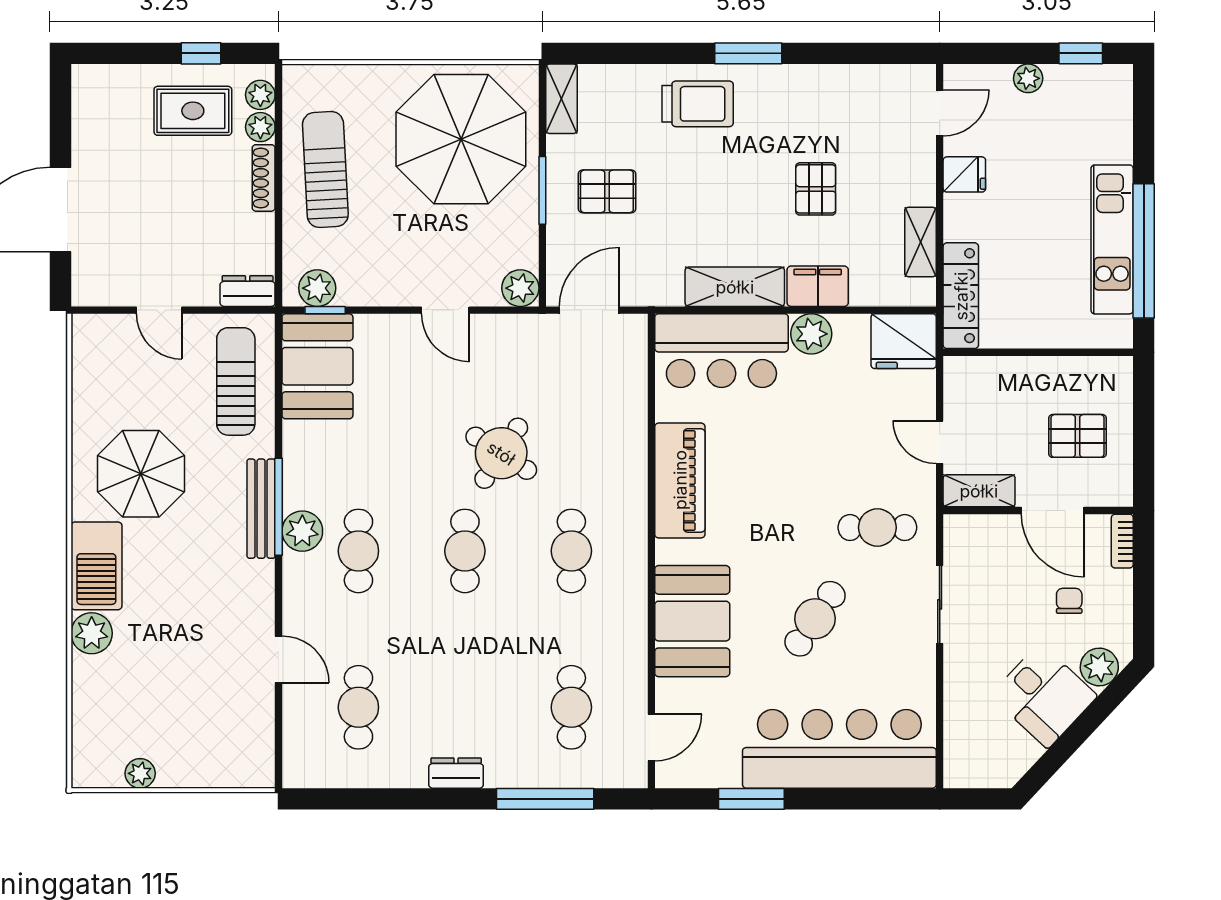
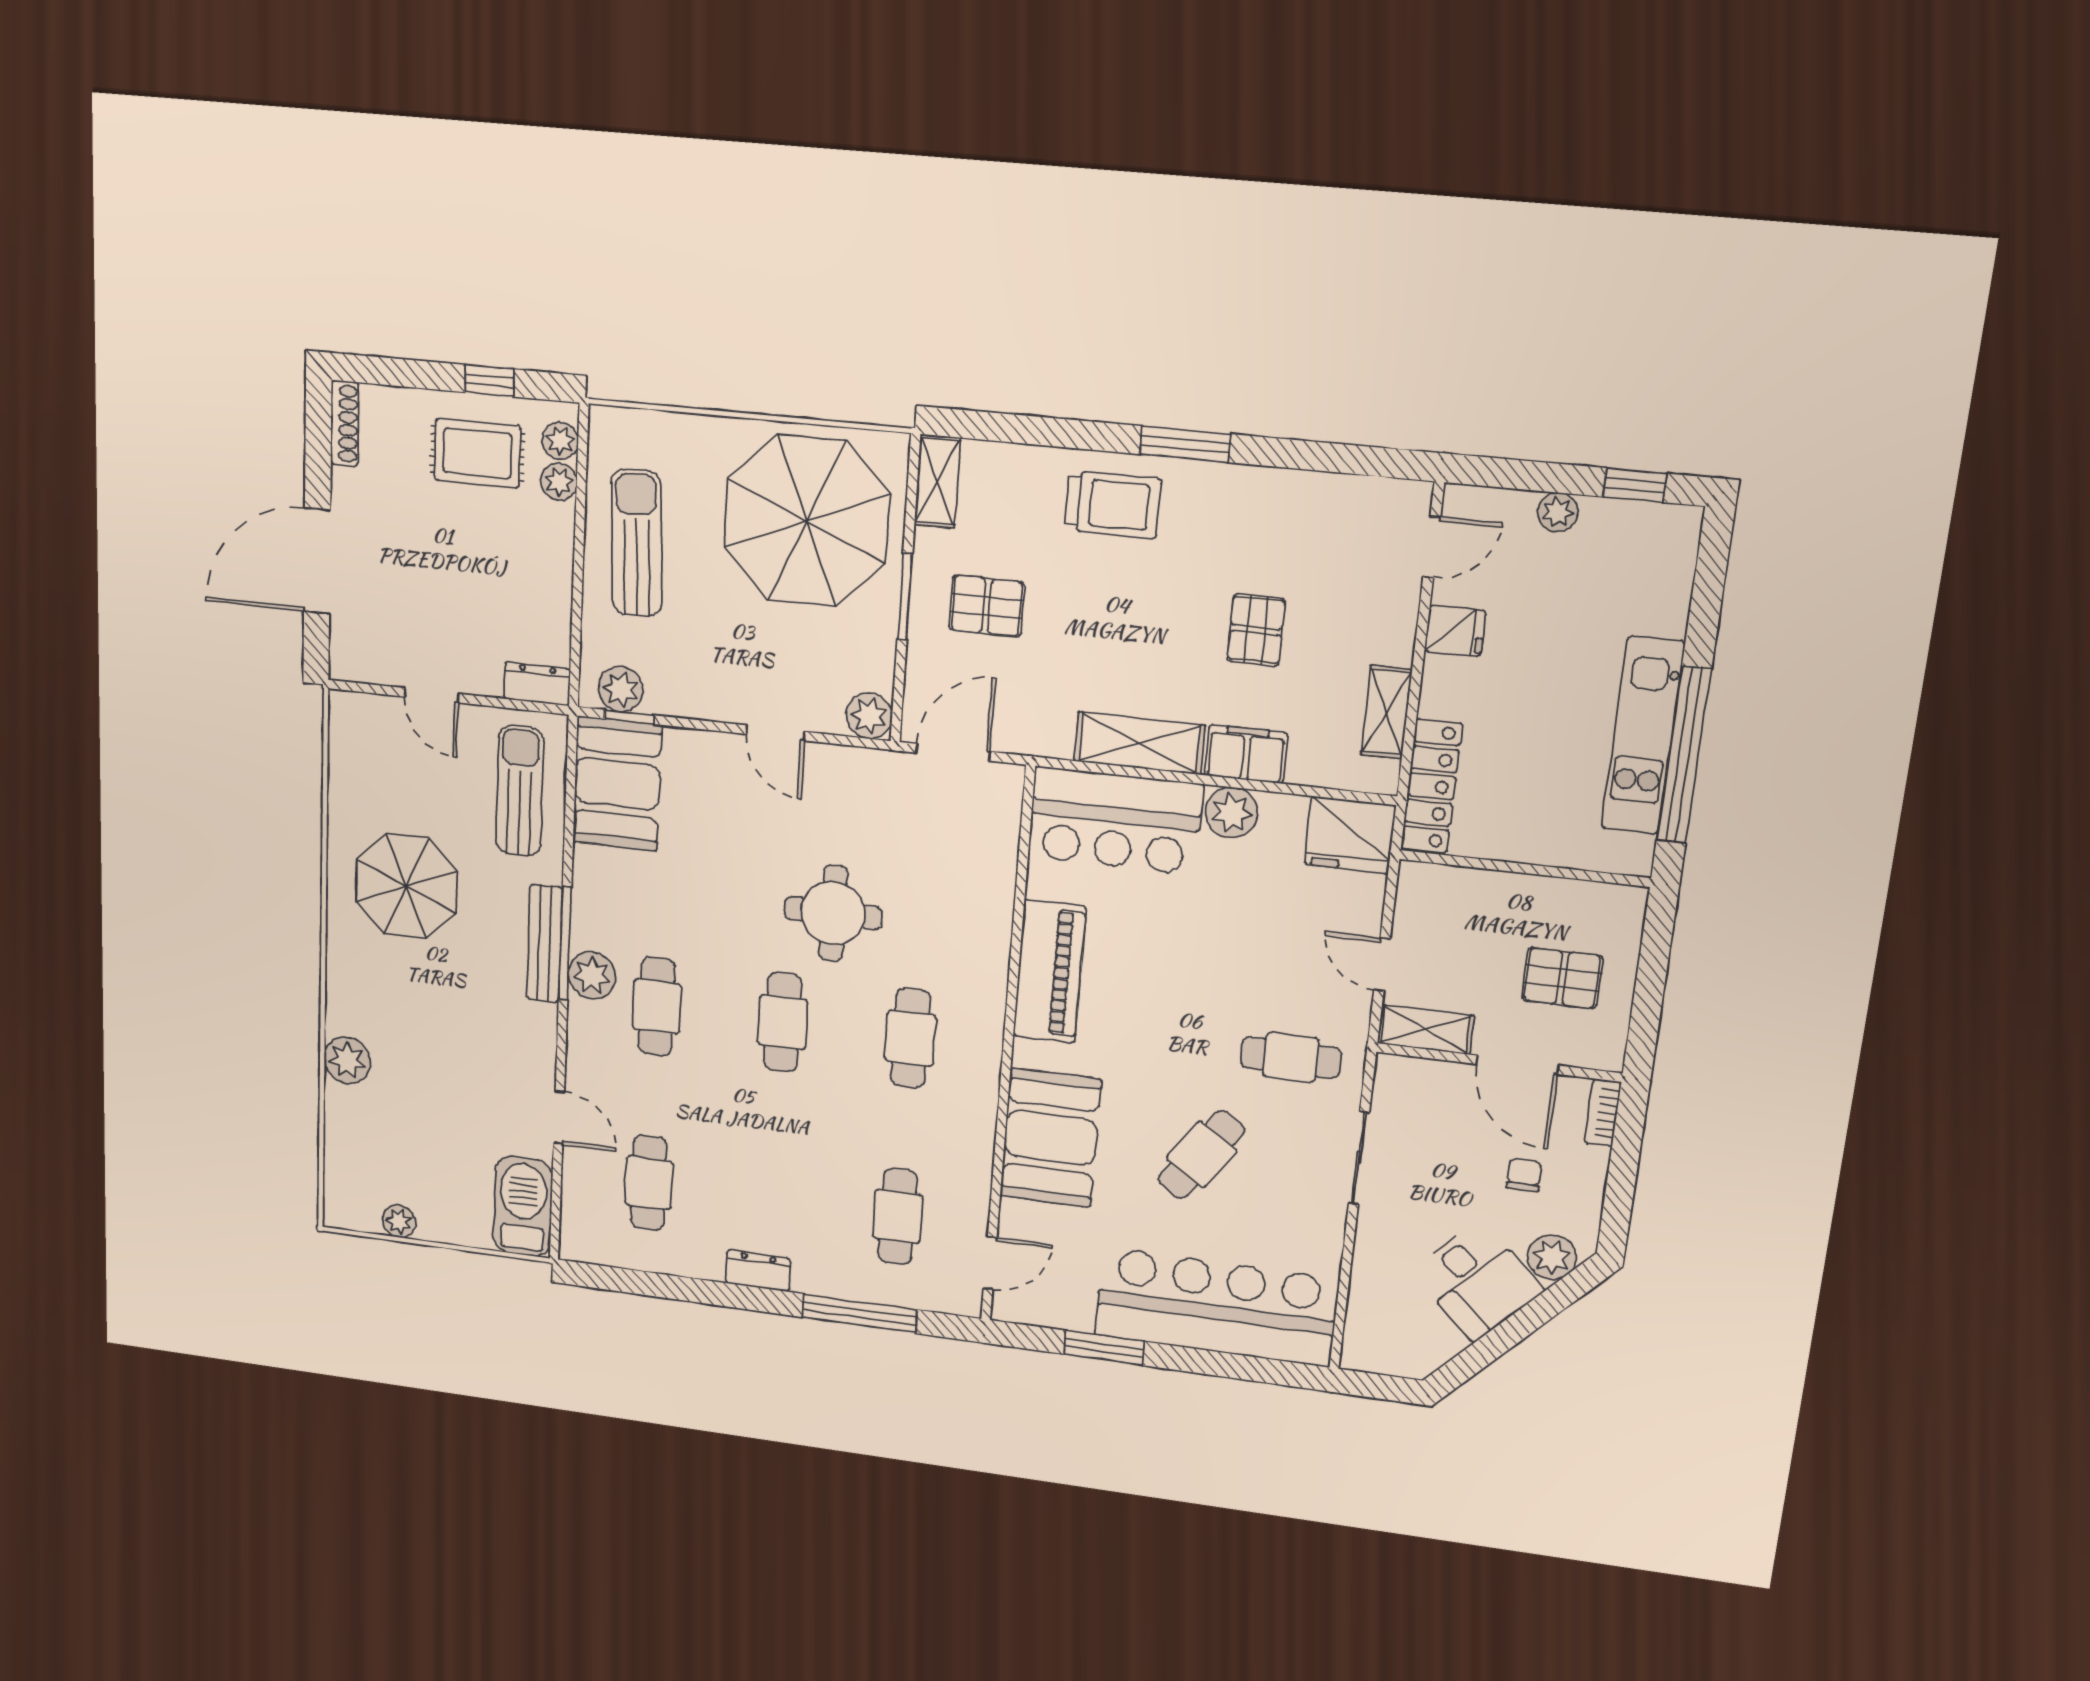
shoe rack: (264, 178) -> (345, 423), moved, turned 180
round table: (501, 453) -> (833, 913), turned -33
barbecue: (96, 566) -> (523, 1207), moved, turned 180

